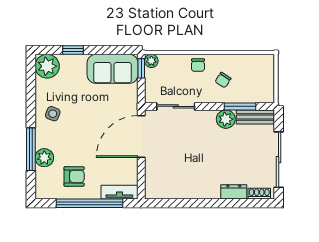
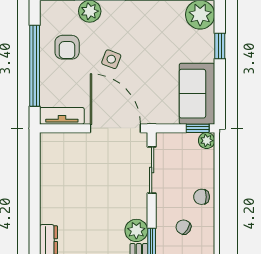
side table: (53, 114) -> (111, 59), moved
tv unit: (119, 192) -> (62, 116), moved, turned -90

